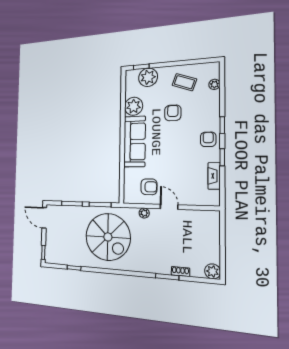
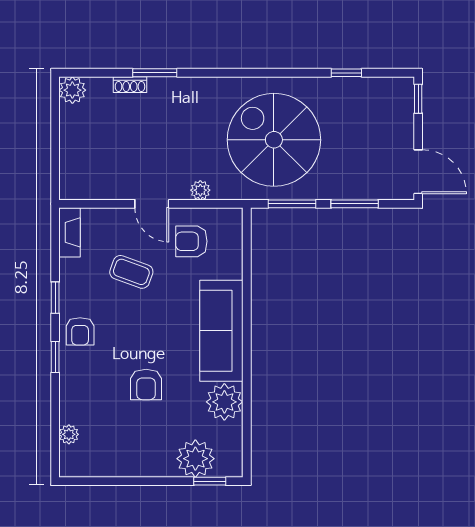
coffee table: (184, 82) -> (131, 272), moved
fireplace: (214, 176) -> (69, 232), moved

